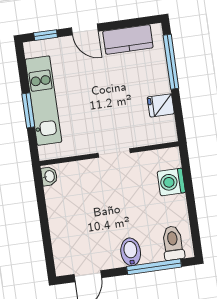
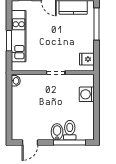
fridge: (161, 105) -> (87, 59), moved
toilet: (173, 243) -> (70, 130), moved

